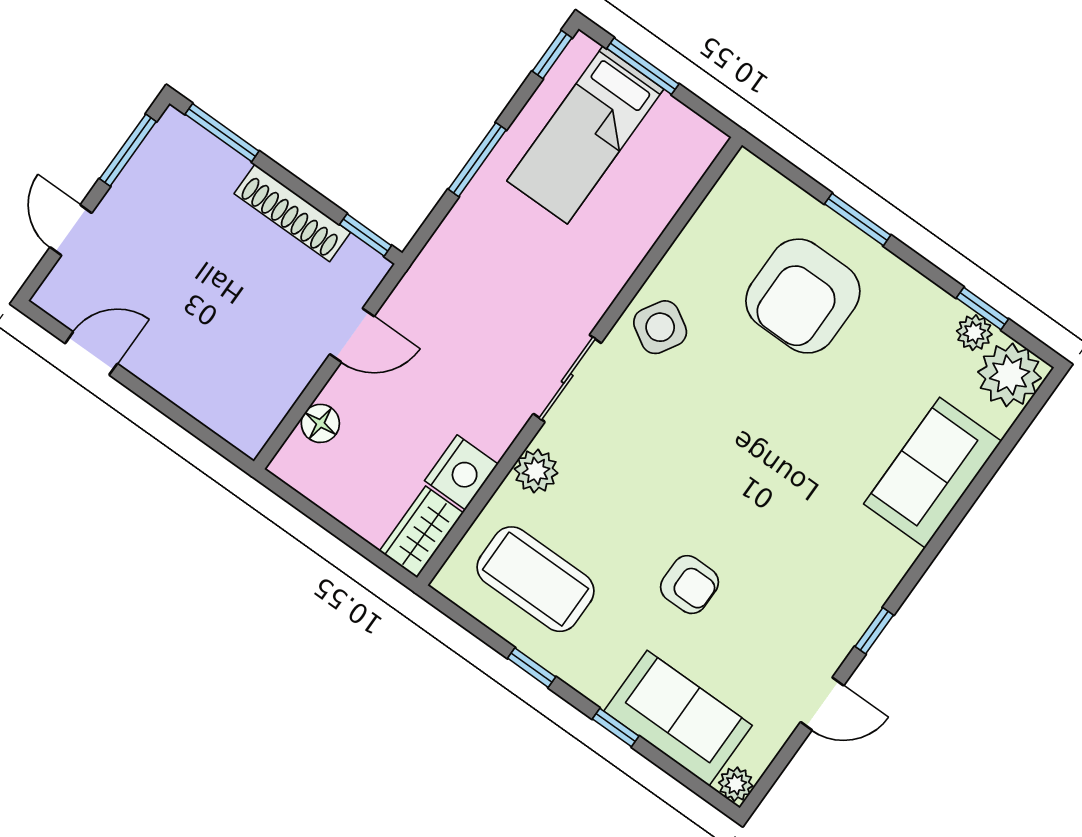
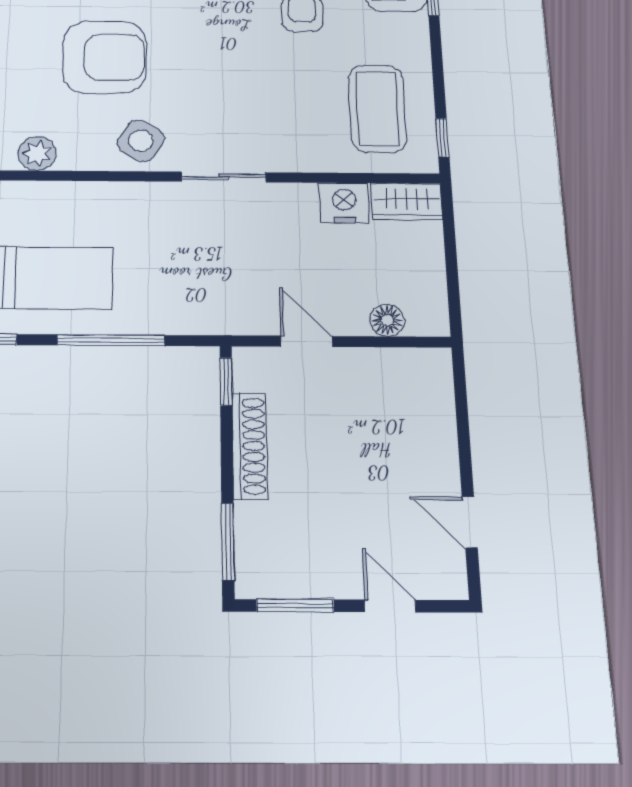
window: (477, 160) -> (111, 340), width x1.44
door: (71, 230) -> (390, 606), swing flipped
armchair: (803, 296) -> (105, 57), moved
plant: (536, 471) -> (37, 153), moved
window: (532, 668) -> (442, 138), moved

